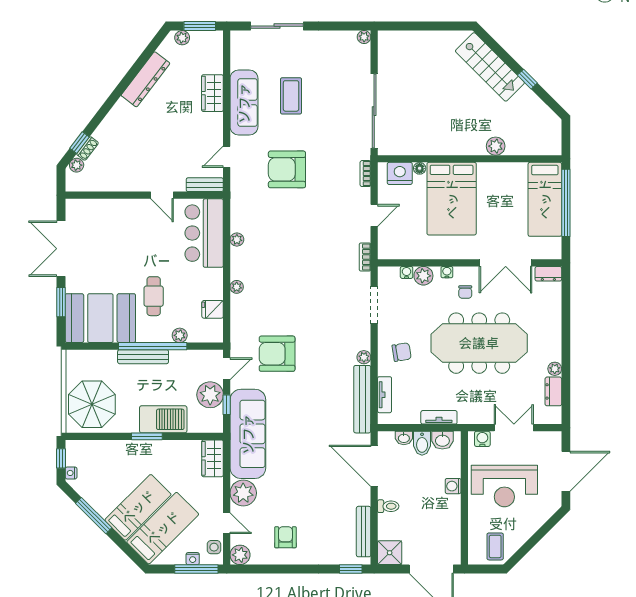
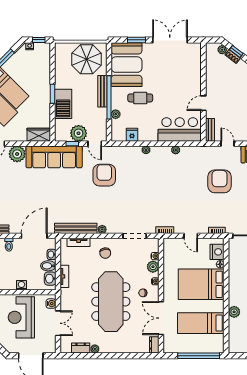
bed: (545, 199) -> (201, 323), moved
parasol: (92, 404) -> (86, 59), moved

